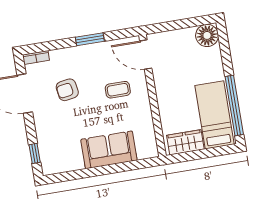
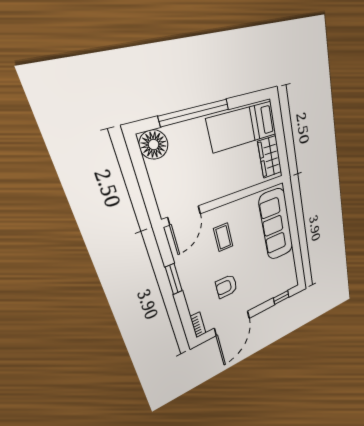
armchair: (67, 90) -> (226, 286), turned 99
window: (234, 105) -> (194, 113), moved
sofa: (109, 150) -> (276, 224), width x1.36

